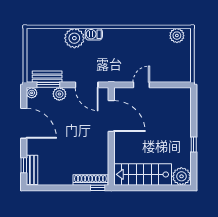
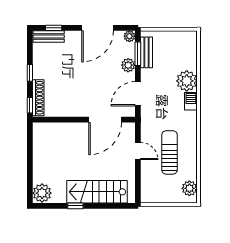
sun lounger: (143, 55) -> (170, 152), added
stairs: (143, 174) -> (97, 192), moved, turned -90
window: (67, 188) -> (30, 73), added

